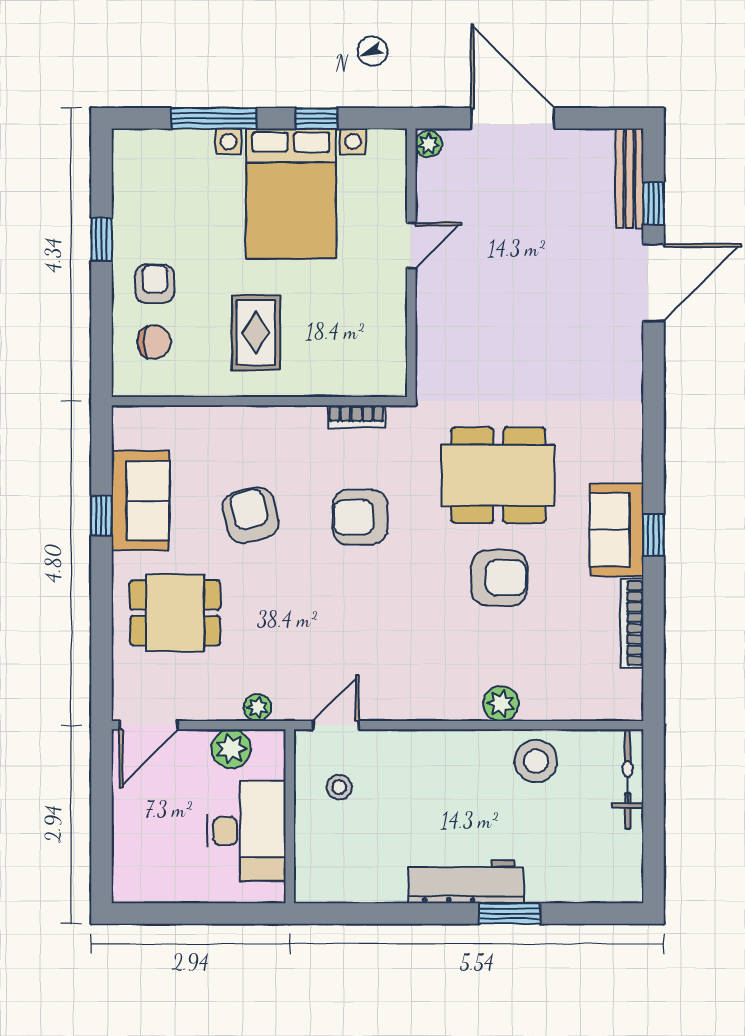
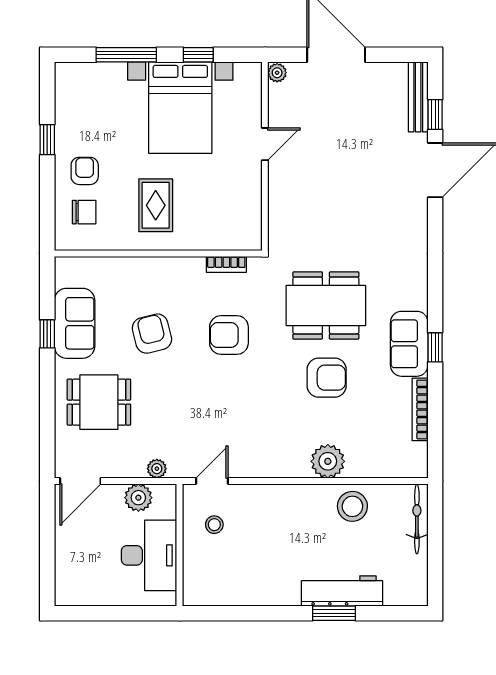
plant: (501, 703) -> (328, 461), width x1.36, depth x1.36
workbench: (466, 882) -> (342, 591), moved

